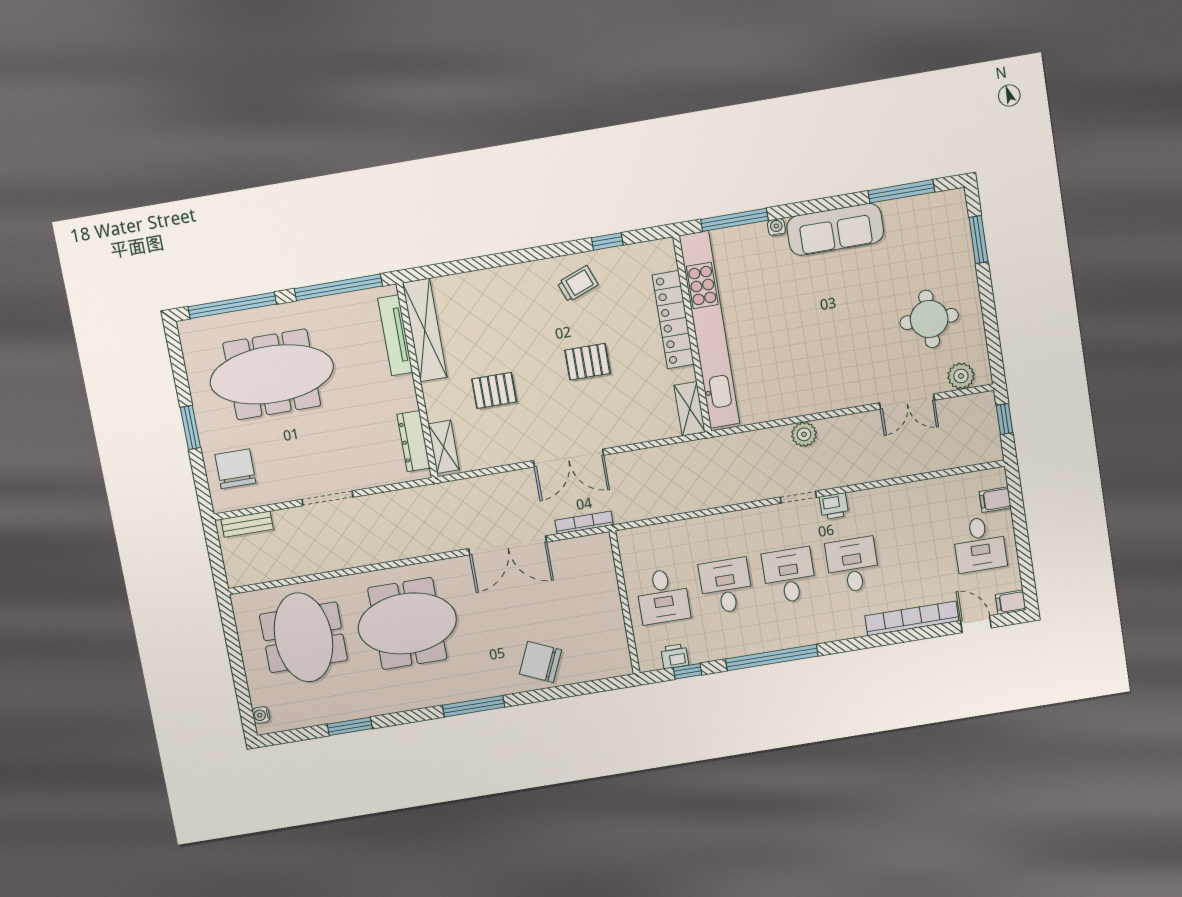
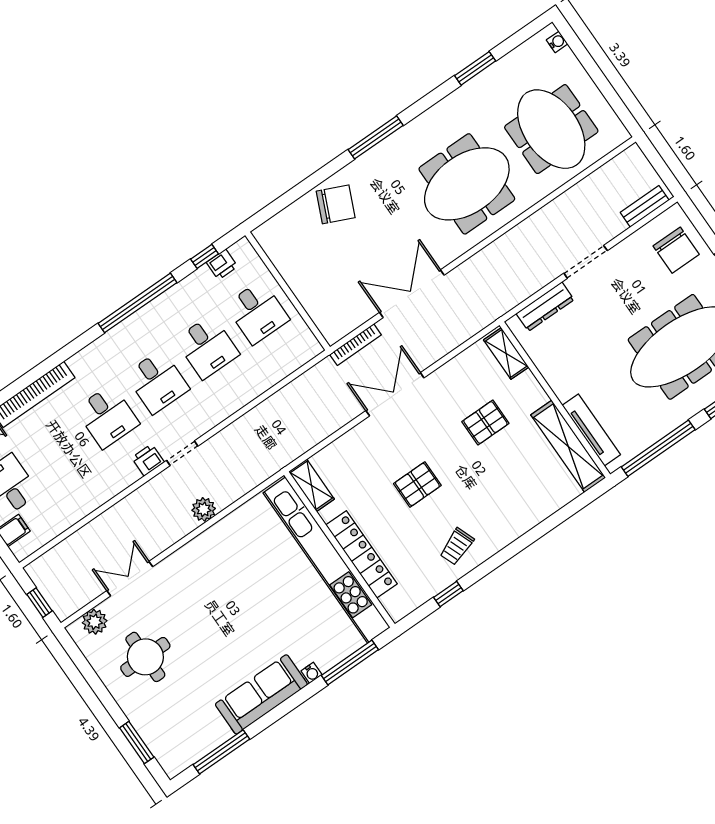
dresser: (414, 441) -> (545, 307), moved, turned 90
desk: (663, 596) -> (257, 312), turned 180

